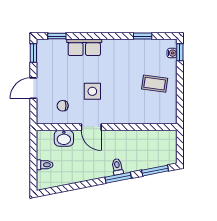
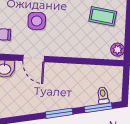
plant: (170, 114) -> (118, 50), added
toilet: (117, 167) -> (103, 95), moved

